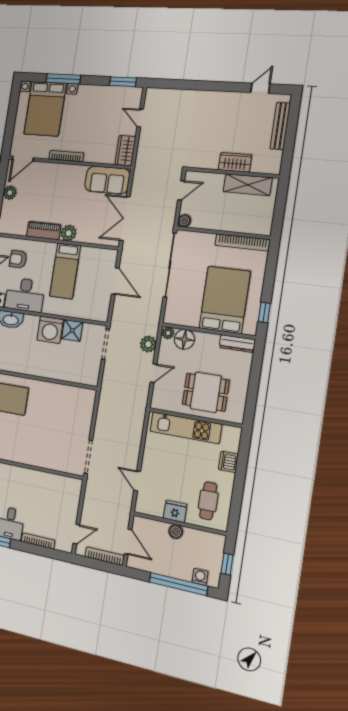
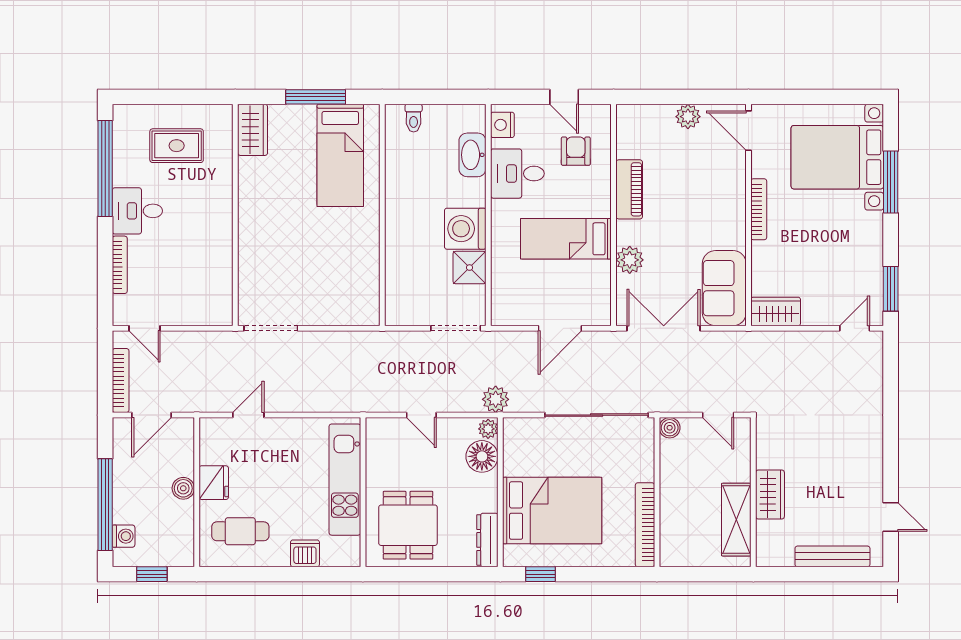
door: (140, 118) -> (855, 328), moved
plant: (69, 233) -> (630, 260), moved
desk: (25, 295) -> (517, 174), width x0.73
plant: (148, 344) -> (496, 399), moved
dining table: (206, 392) -> (408, 525), moved

